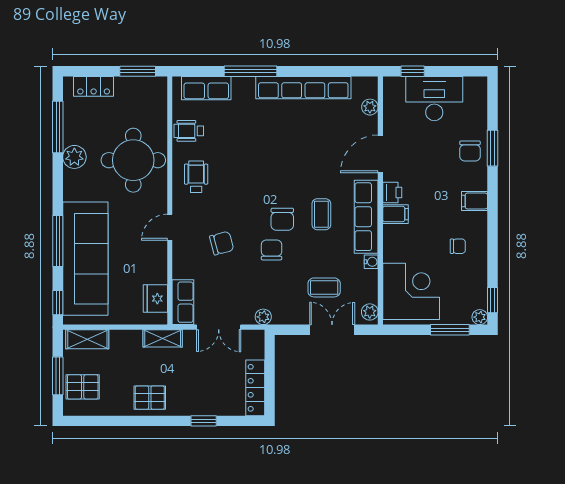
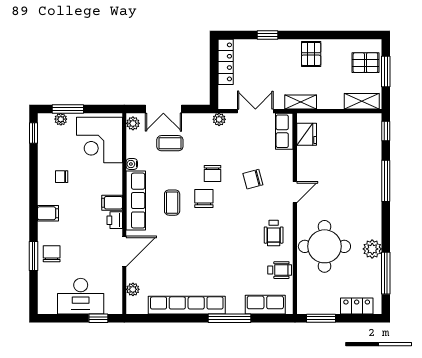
sofa: (85, 259) -> (363, 167), removed
plant: (480, 317) -> (61, 119), moved
pallet: (150, 398) -> (311, 54), turned 90

